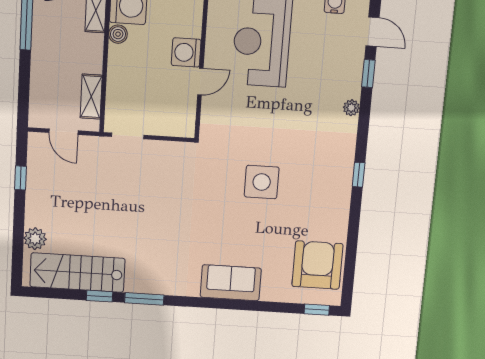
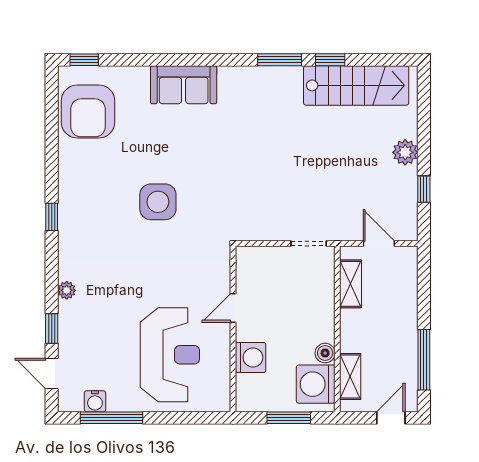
washing machine: (186, 52) -> (251, 358), moved
plant: (35, 239) -> (405, 152), moved

